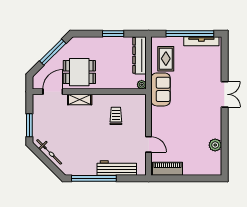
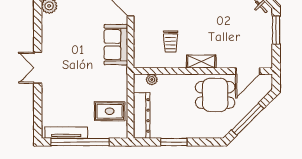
rug: (166, 59) -> (110, 111), turned 90
plant: (142, 85) -> (152, 80), moved
sofa: (161, 89) -> (116, 45), moved
shelving: (80, 99) -> (201, 62), moved

